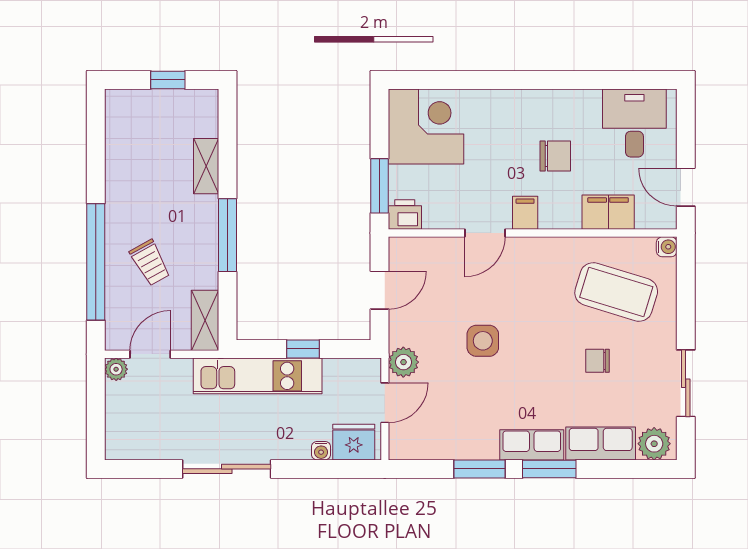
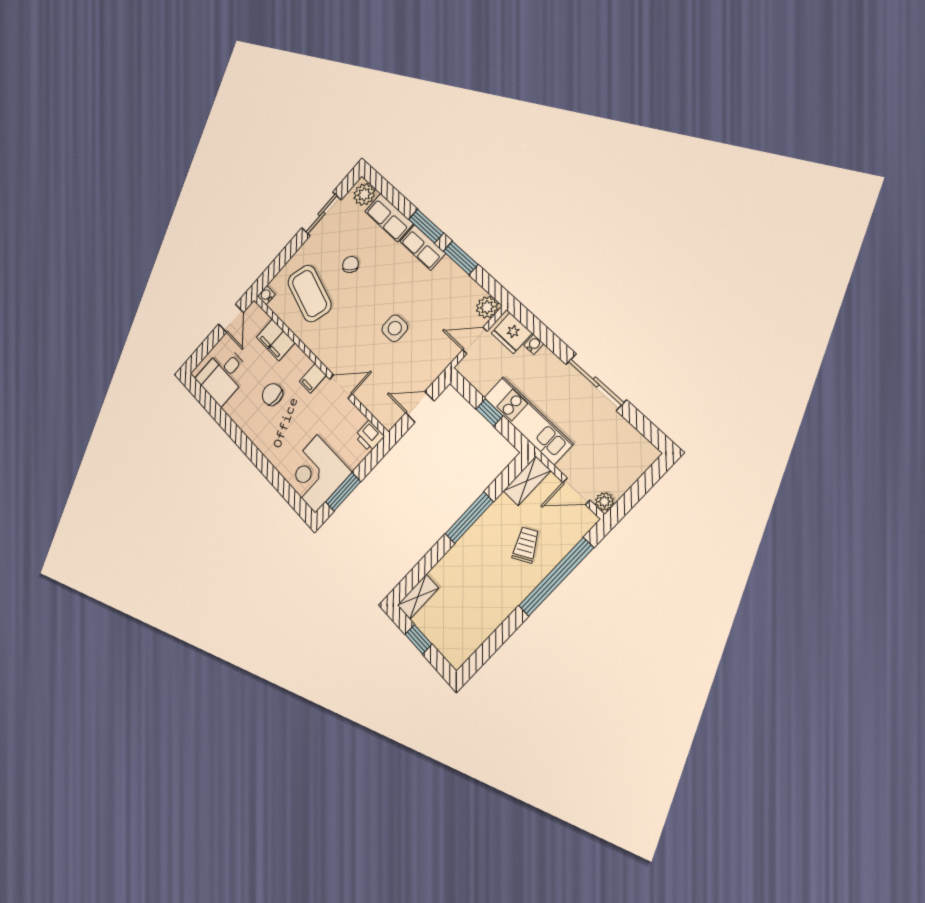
shelving: (206, 166) -> (418, 597), moved
window: (379, 186) -> (343, 492), moved
chair: (598, 361) -> (351, 265), turned -132
plant: (403, 362) -> (487, 307), moved

